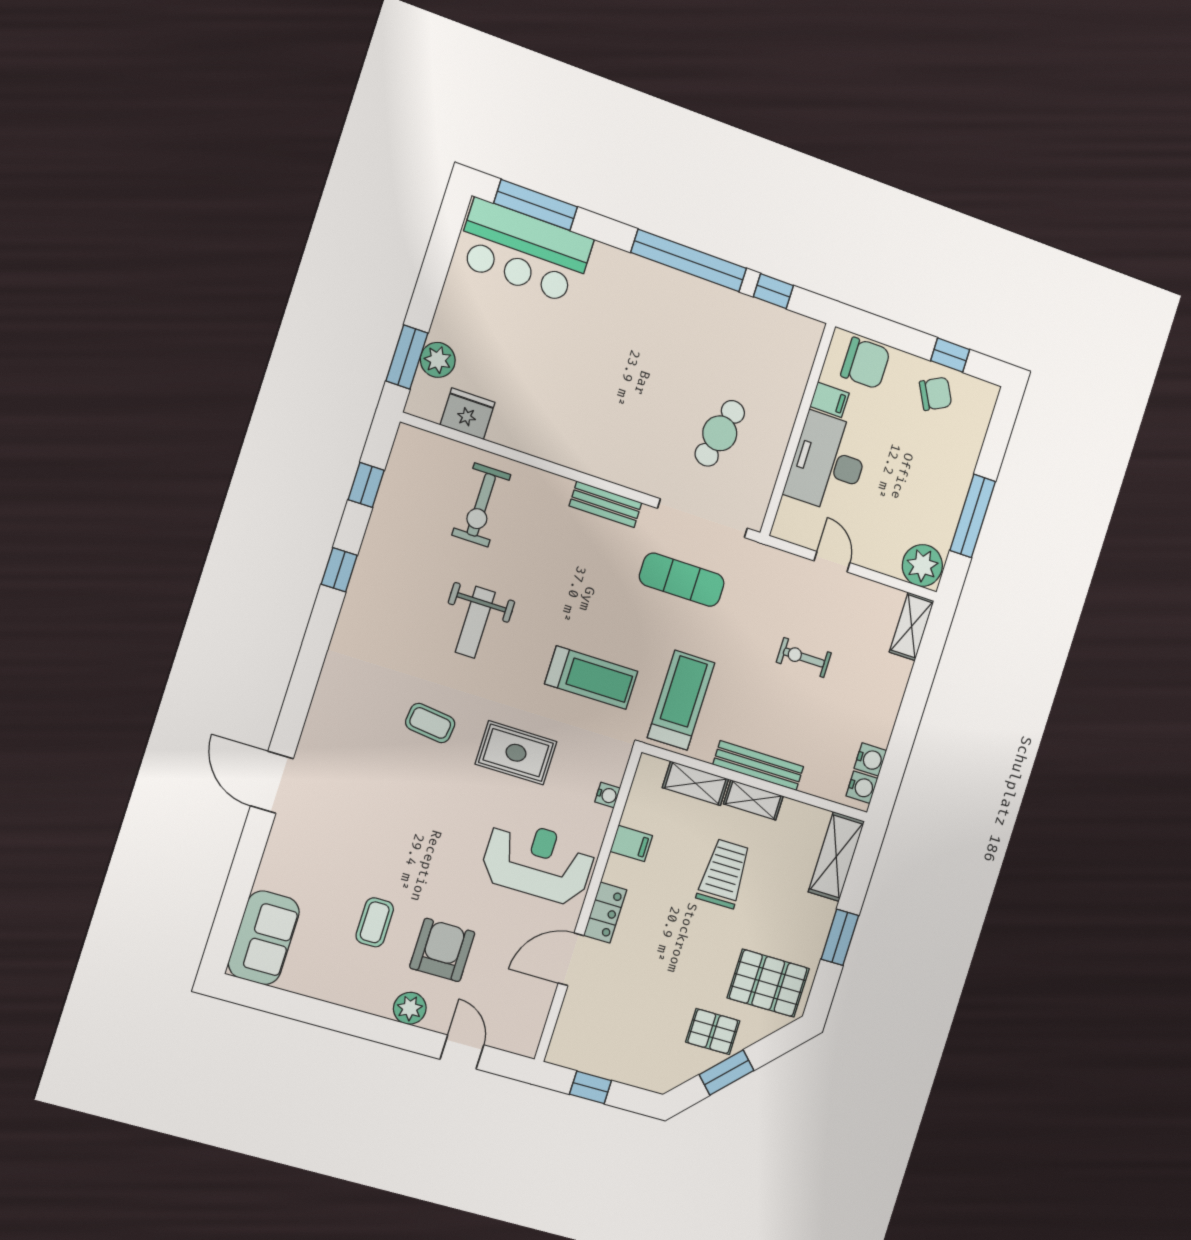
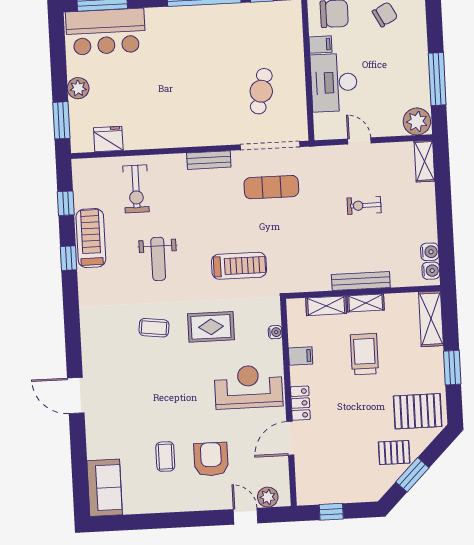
plant: (438, 360) -> (78, 88), moved
treadmill: (681, 700) -> (91, 238), moved
plant: (410, 1008) -> (268, 497), moved

